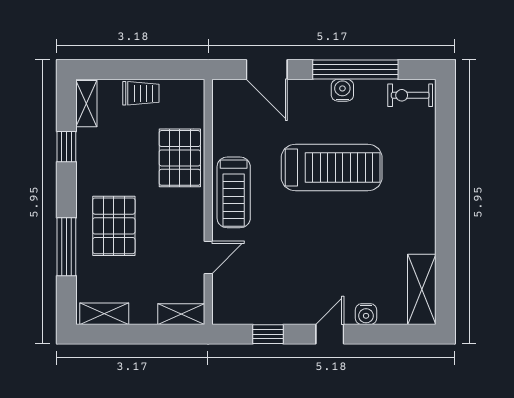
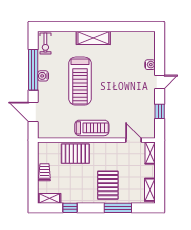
door: (267, 70) -> (33, 112), swing flipped
treadmill: (332, 168) -> (80, 81), turned 180
pallet: (114, 226) -> (108, 185), turned 90
door: (208, 258) -> (133, 140), moved
shelving: (422, 289) -> (93, 38), moved
door: (330, 334) -> (160, 82), swing flipped

